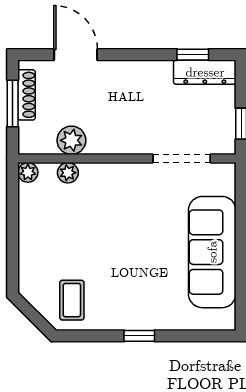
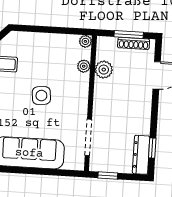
side table: (119, 238) -> (41, 96), added

